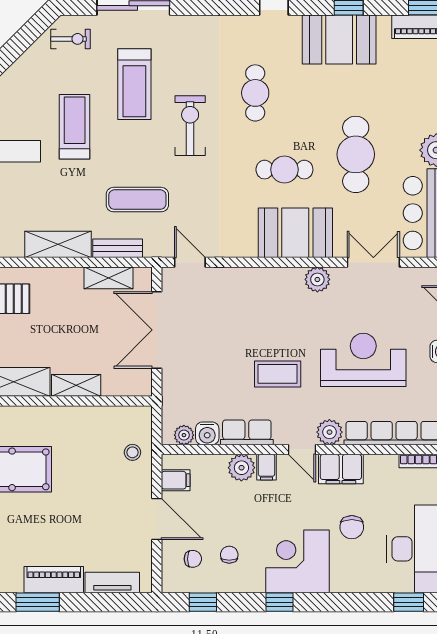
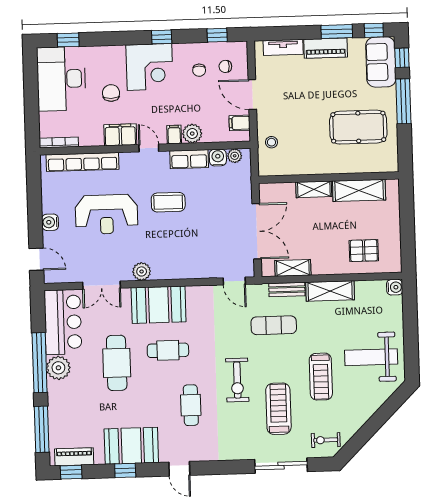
plant: (329, 432) -> (129, 161), removed

